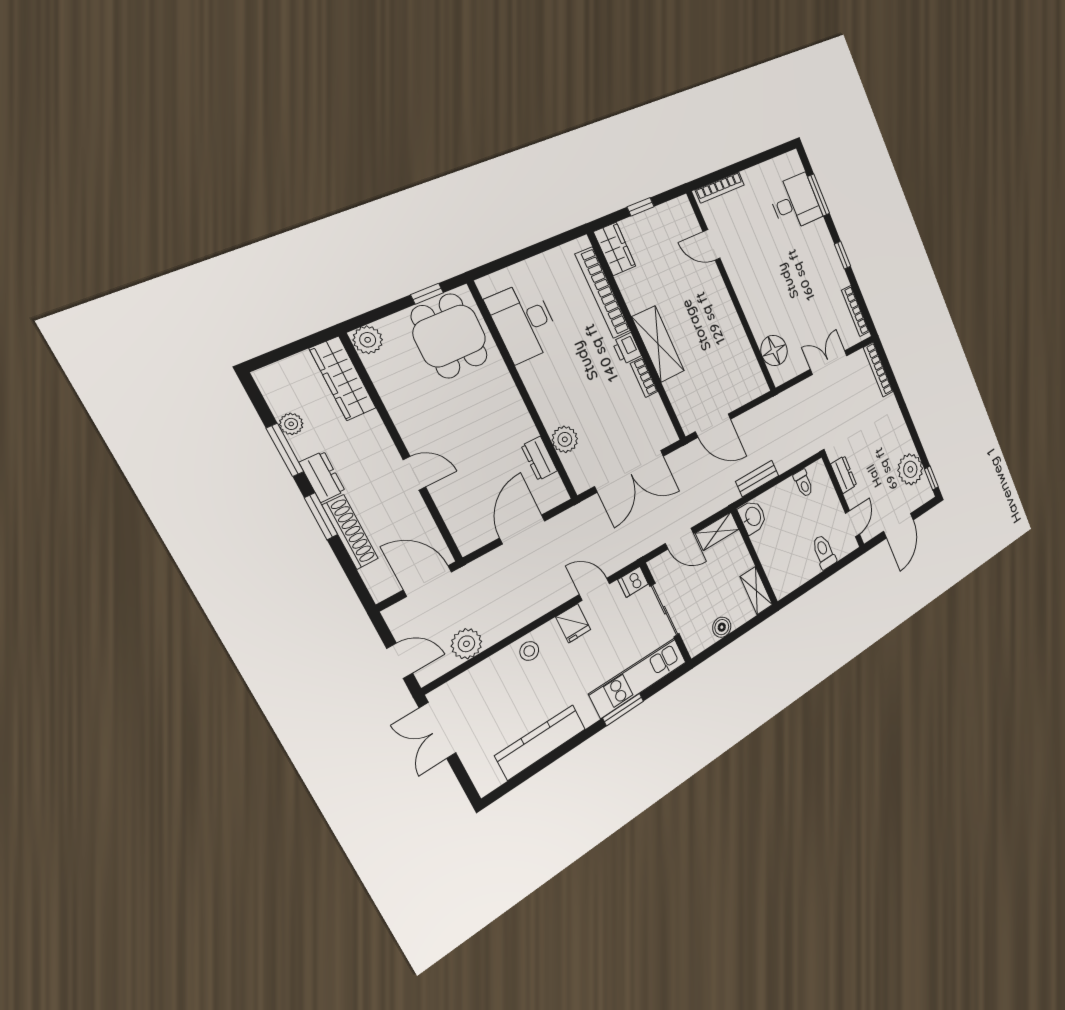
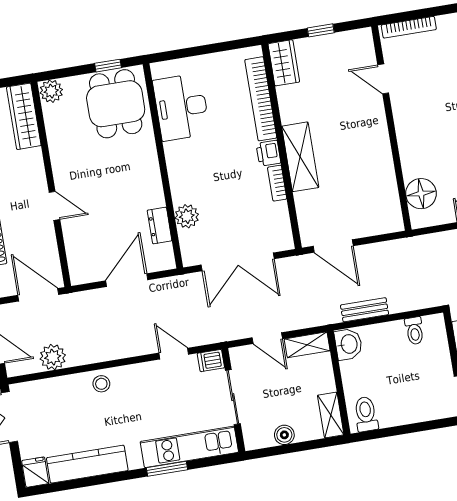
toilet: (824, 552) -> (366, 414), moved
fridge: (573, 623) -> (35, 472), moved, turned 180

